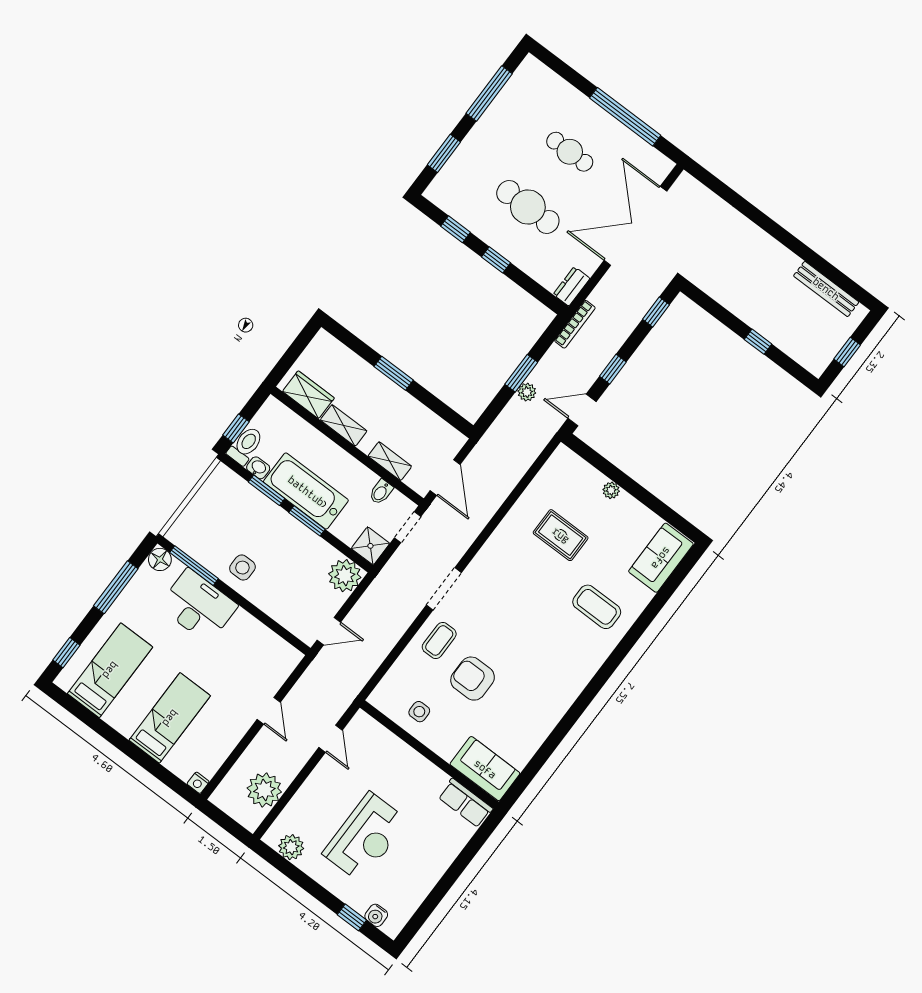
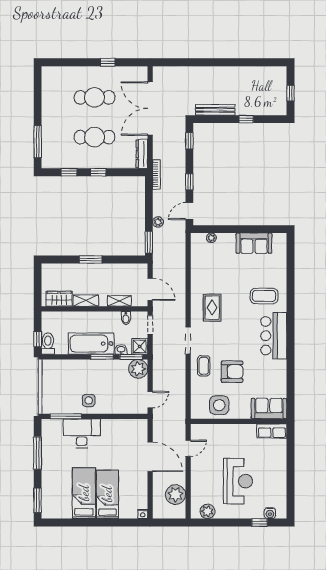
window: (489, 94) -> (38, 99), removed
window: (625, 117) -> (108, 62), width x0.32
cafe table: (570, 152) -> (94, 97), width x1.37, depth x1.35
window: (444, 153) -> (38, 142), width x1.44
dresser: (572, 286) -> (142, 154), width x1.44
bench: (826, 289) -> (215, 110), moved
window: (521, 373) -> (149, 242), moved
washbasin: (258, 468) -> (121, 349), moved
window: (267, 490) -> (131, 357), moved
plant: (611, 490) -> (211, 238), moved
rug: (561, 535) -> (212, 308), moved, turned 90
sofa: (661, 558) -> (254, 243), moved, turned -90
floor lamp: (160, 559) -> (48, 425), removed
window: (66, 653) -> (38, 500), width x1.50
bed: (110, 670) -> (84, 493), moved
bar counter: (568, 672) -> (274, 336), added
armchair: (473, 679) -> (232, 372), turned 180
door: (269, 711) -> (150, 457), width x1.87
side table: (419, 712) -> (219, 405), width x1.87, depth x1.87
door: (331, 739) -> (188, 448), hinge flipped

